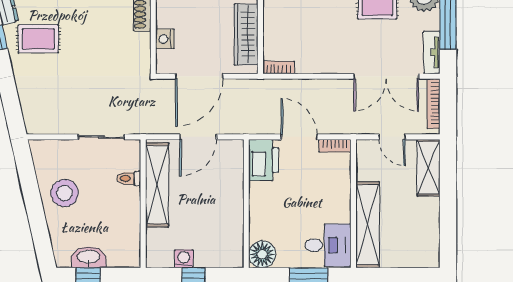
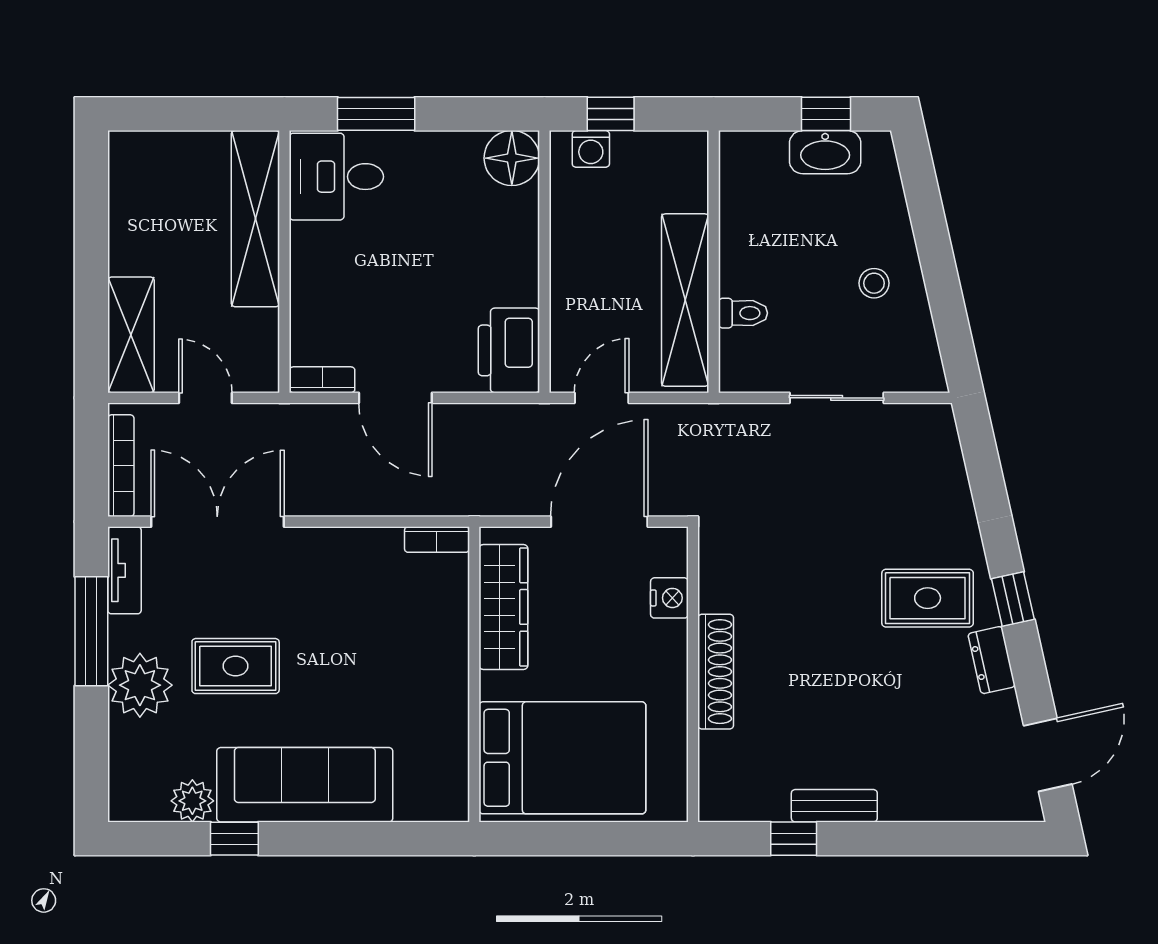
sliding door: (101, 137) -> (837, 398), moved
door: (198, 137) -> (602, 398), width x0.73
printer: (264, 160) -> (509, 350), moved
stool: (65, 193) -> (874, 283), width x0.53, depth x0.53
wall: (246, 204) -> (544, 262), moved
floor lamp: (262, 254) -> (512, 158), moved
washing machine: (184, 259) -> (591, 149), moved

